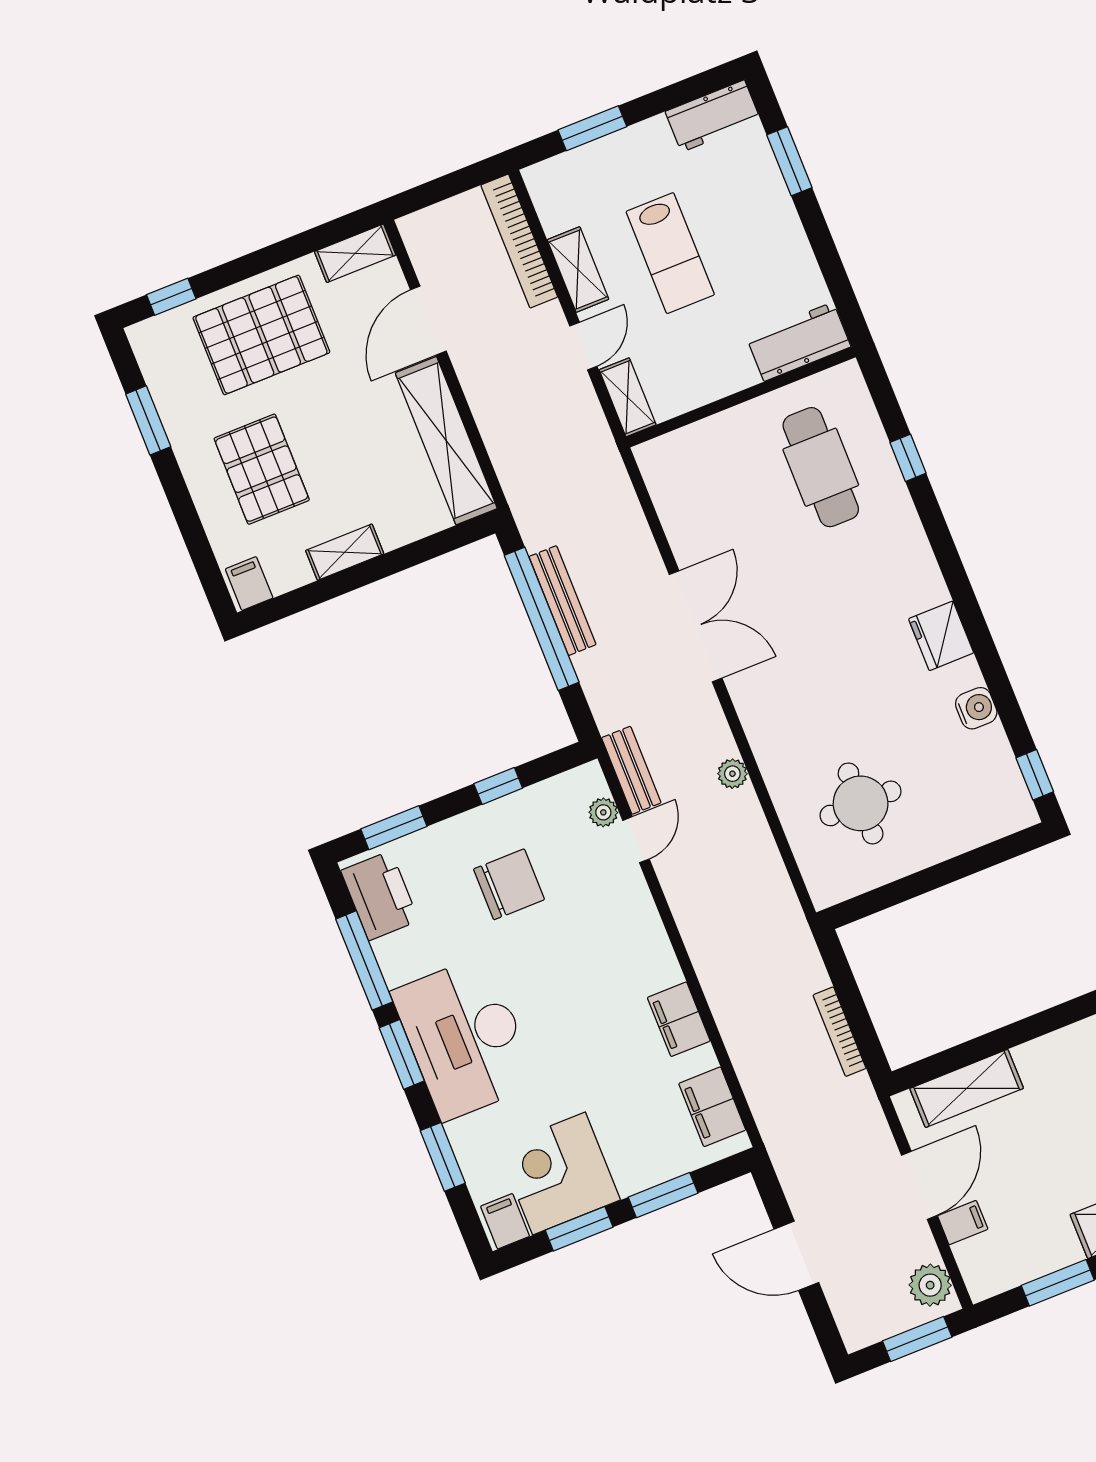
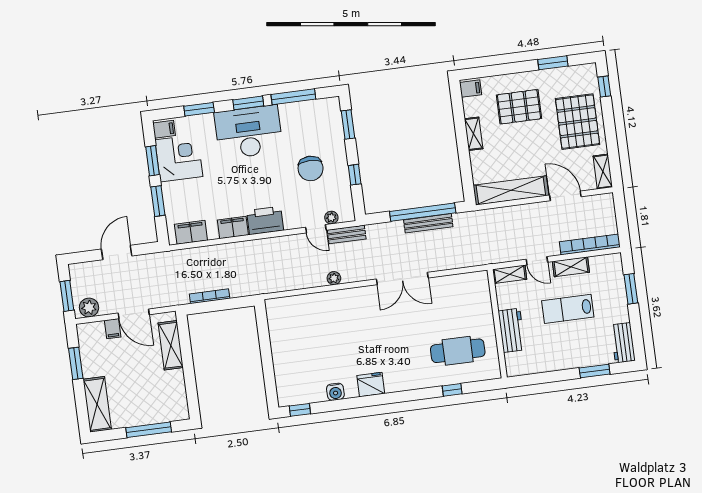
workbench: (799, 342) -> (512, 330), moved
round table: (861, 803) -> (307, 331), removed
printer: (380, 896) -> (265, 221), moved, turned 180

